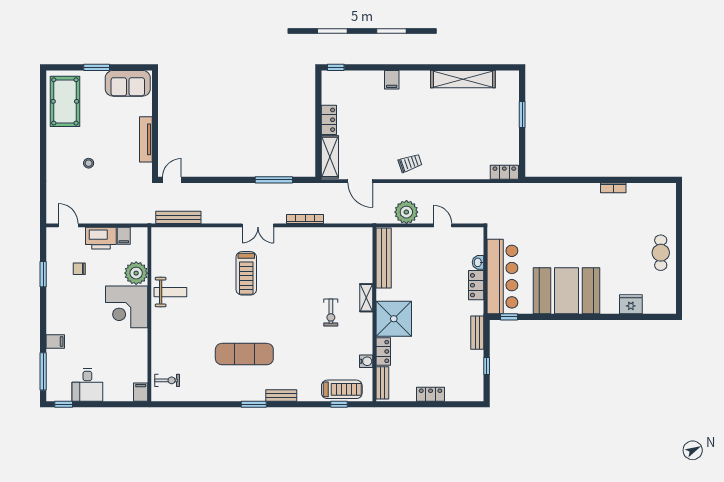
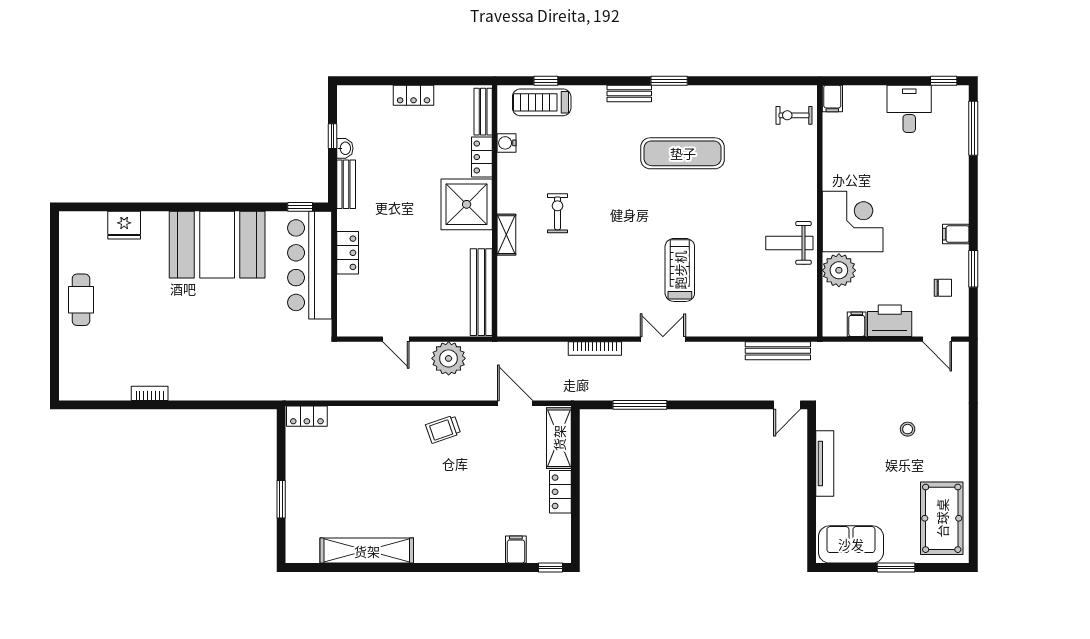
filing cabinet: (392, 80) -> (516, 550), moved
washbasin: (478, 262) -> (345, 148), moved
chair: (79, 269) -> (943, 288), moved
filing cabinet: (55, 342) -> (956, 234), moved

